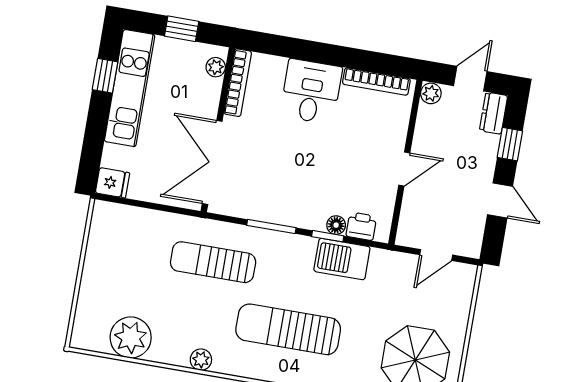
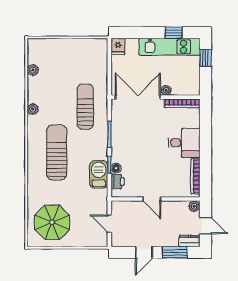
window: (182, 29) -> (206, 58), moved
plant: (216, 67) -> (166, 90), moved
window: (510, 144) -> (175, 252), width x1.50
plant: (131, 337) -> (33, 70), width x0.53, depth x0.53

